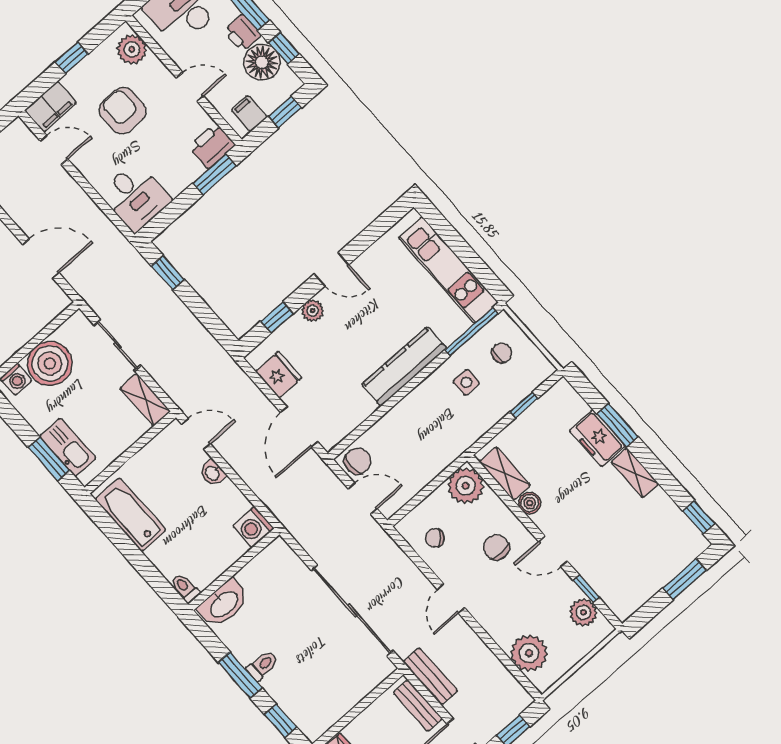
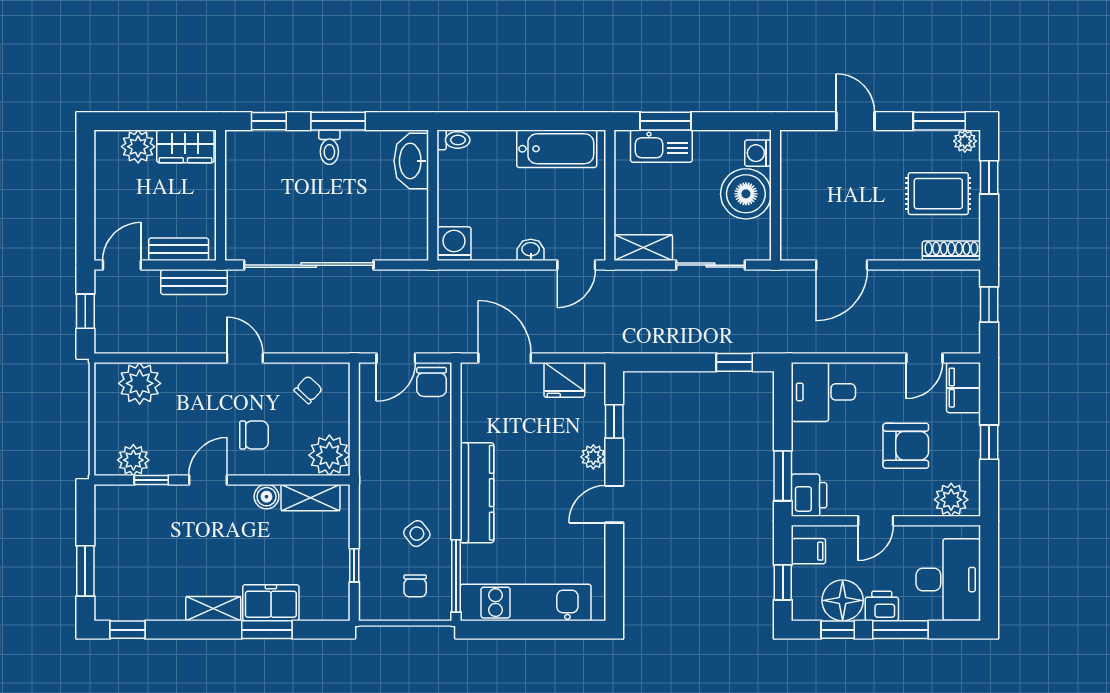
side table: (466, 382) -> (417, 534), turned -38

